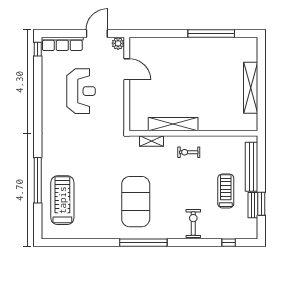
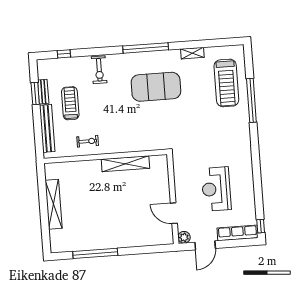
shelving: (152, 141) -> (192, 53), moved
exercise bike: (189, 152) -> (88, 141), moved
treadmill: (226, 191) -> (70, 103), turned 180
exercise mat: (136, 202) -> (156, 87), turned 90

